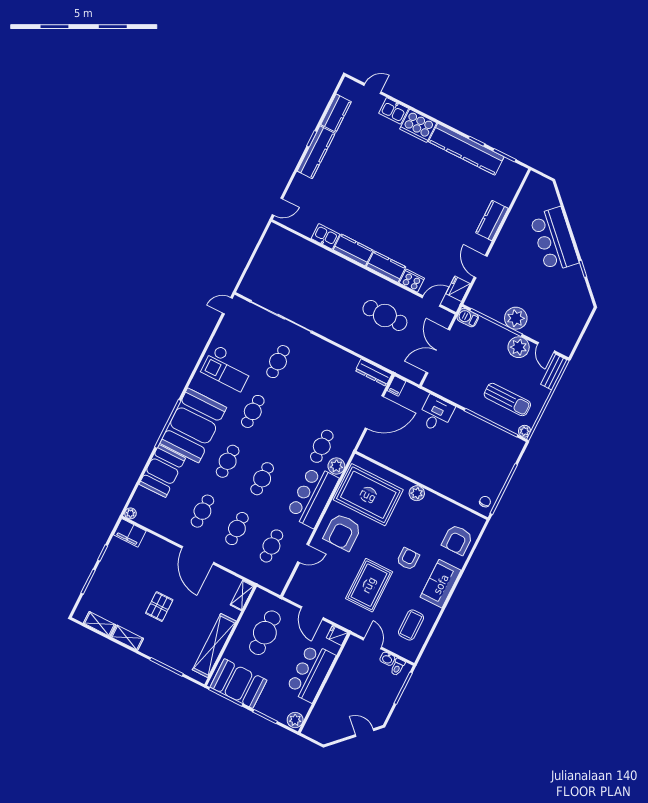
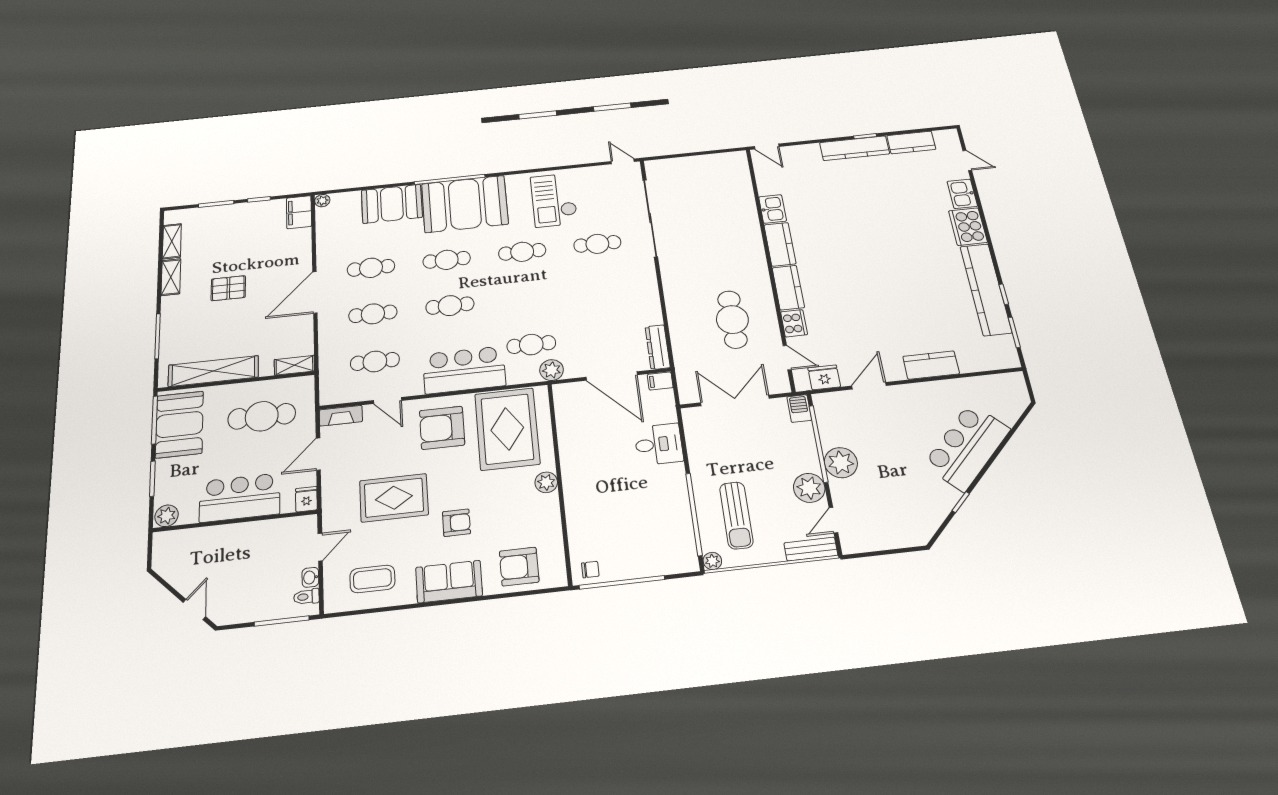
plant: (336, 466) -> (552, 370), moved
fireplace: (295, 586) -> (341, 416), added

